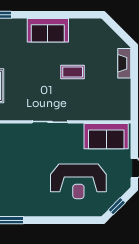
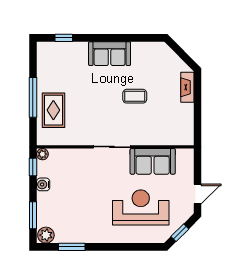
sofa: (106, 136) -> (153, 161), moved
reception desk: (78, 181) -> (141, 208), turned 180

